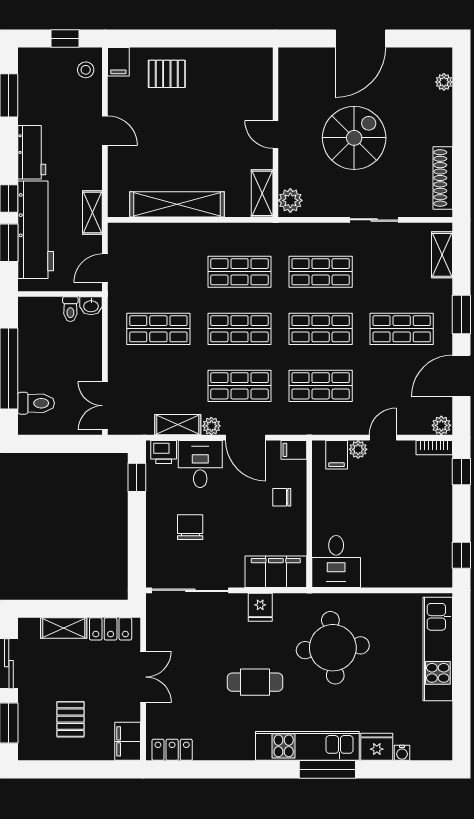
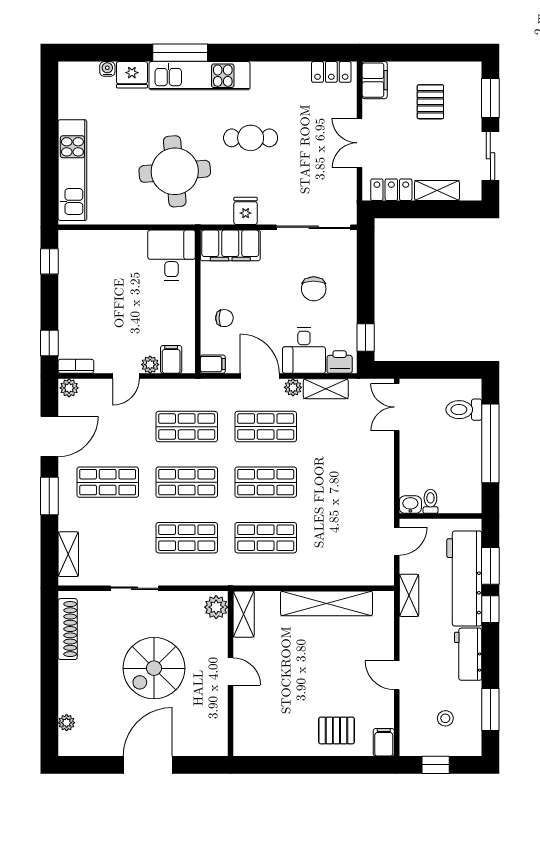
stool: (86, 70) -> (445, 718), moved
shop shelf: (158, 329) -> (345, 482), removed
double door: (105, 406) -> (397, 407), swing flipped

